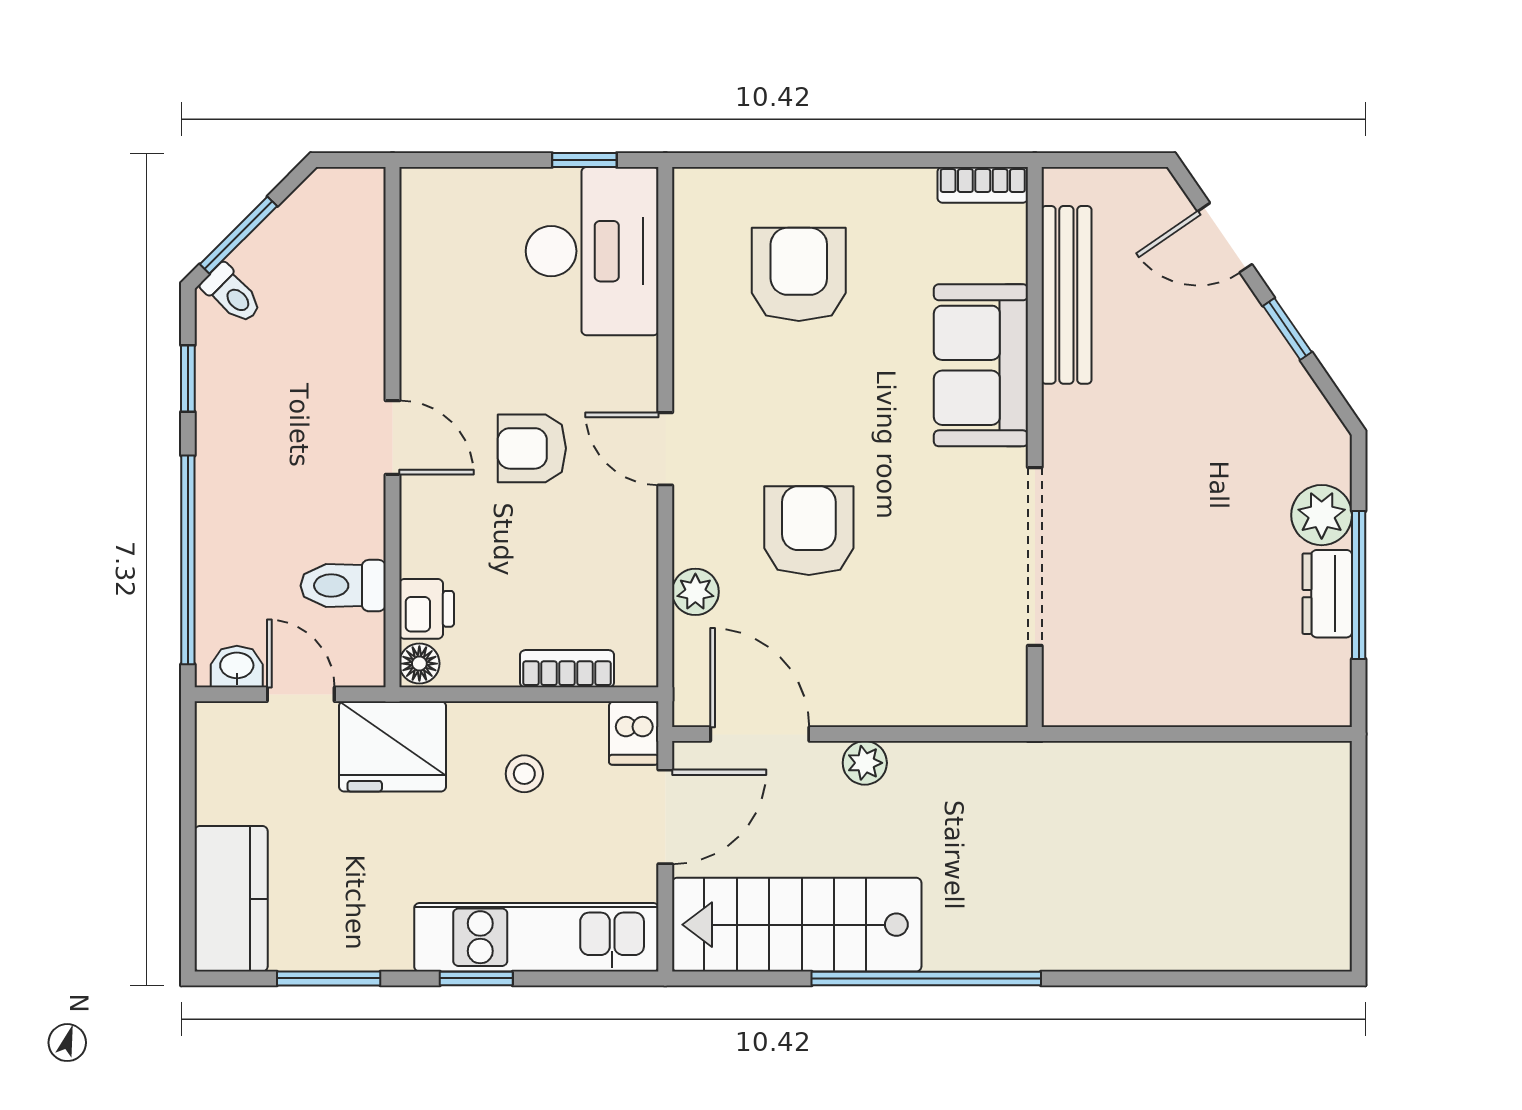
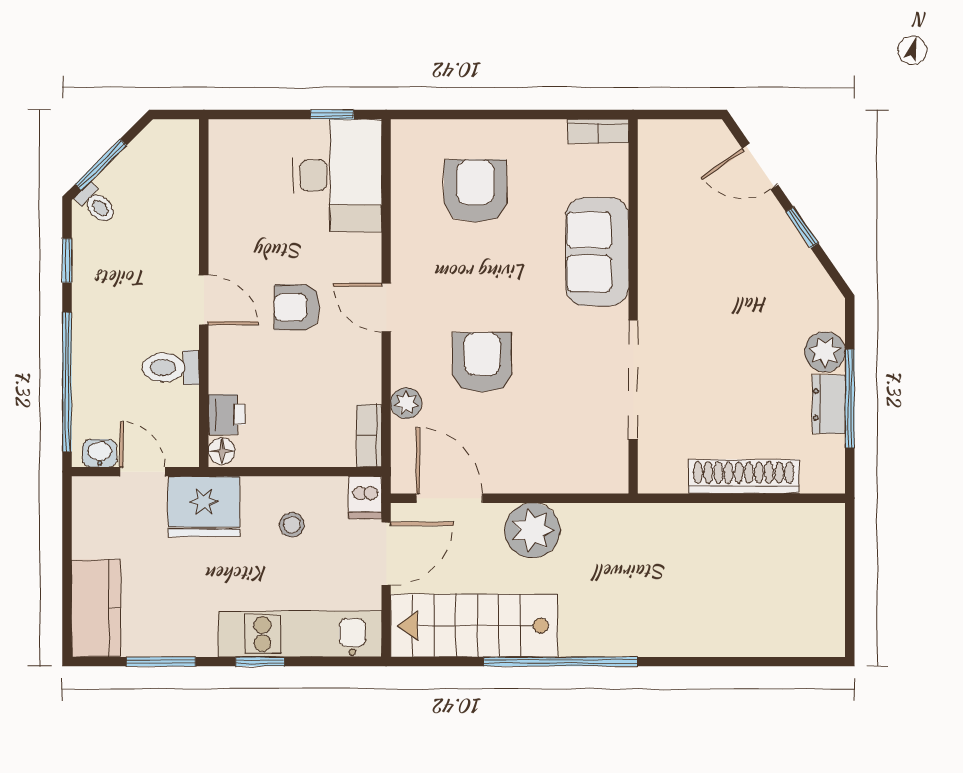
bench: (1066, 295) -> (654, 205), removed
toilet: (343, 586) -> (171, 367), moved
bookcase: (567, 669) -> (369, 436), moved, turned -90
shoe rack: (1200, 702) -> (744, 477), added
plant: (865, 763) -> (532, 530), width x1.88, depth x1.88

